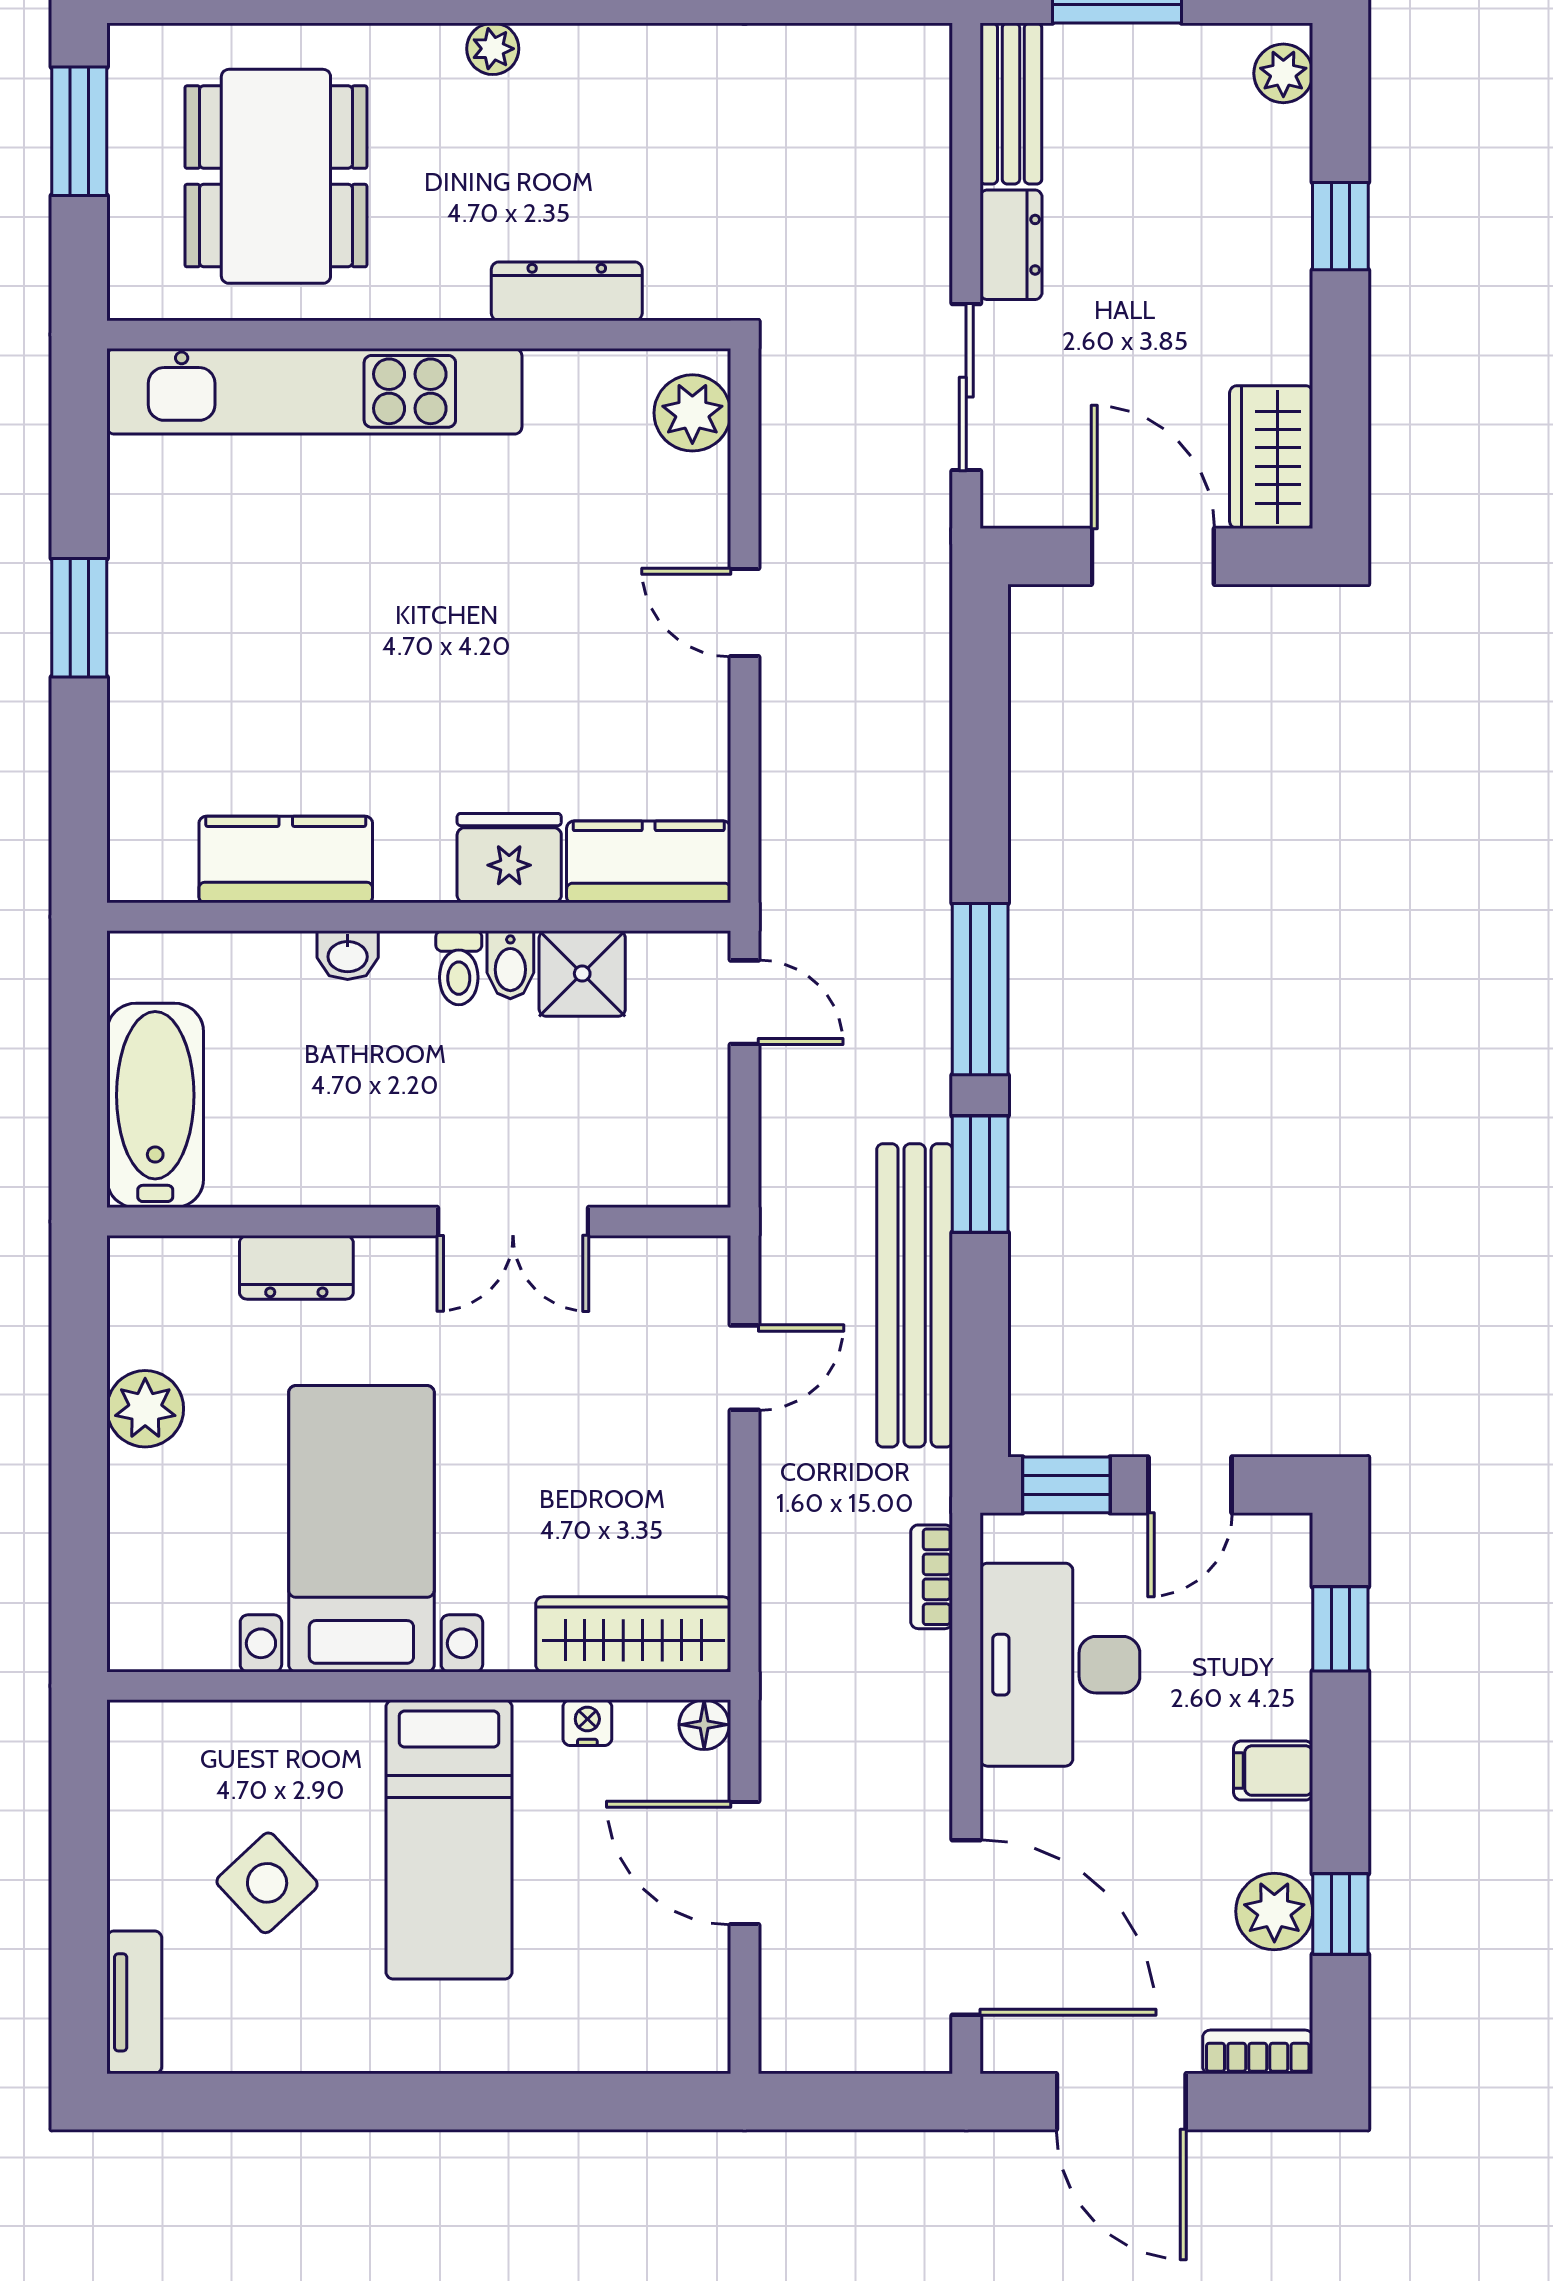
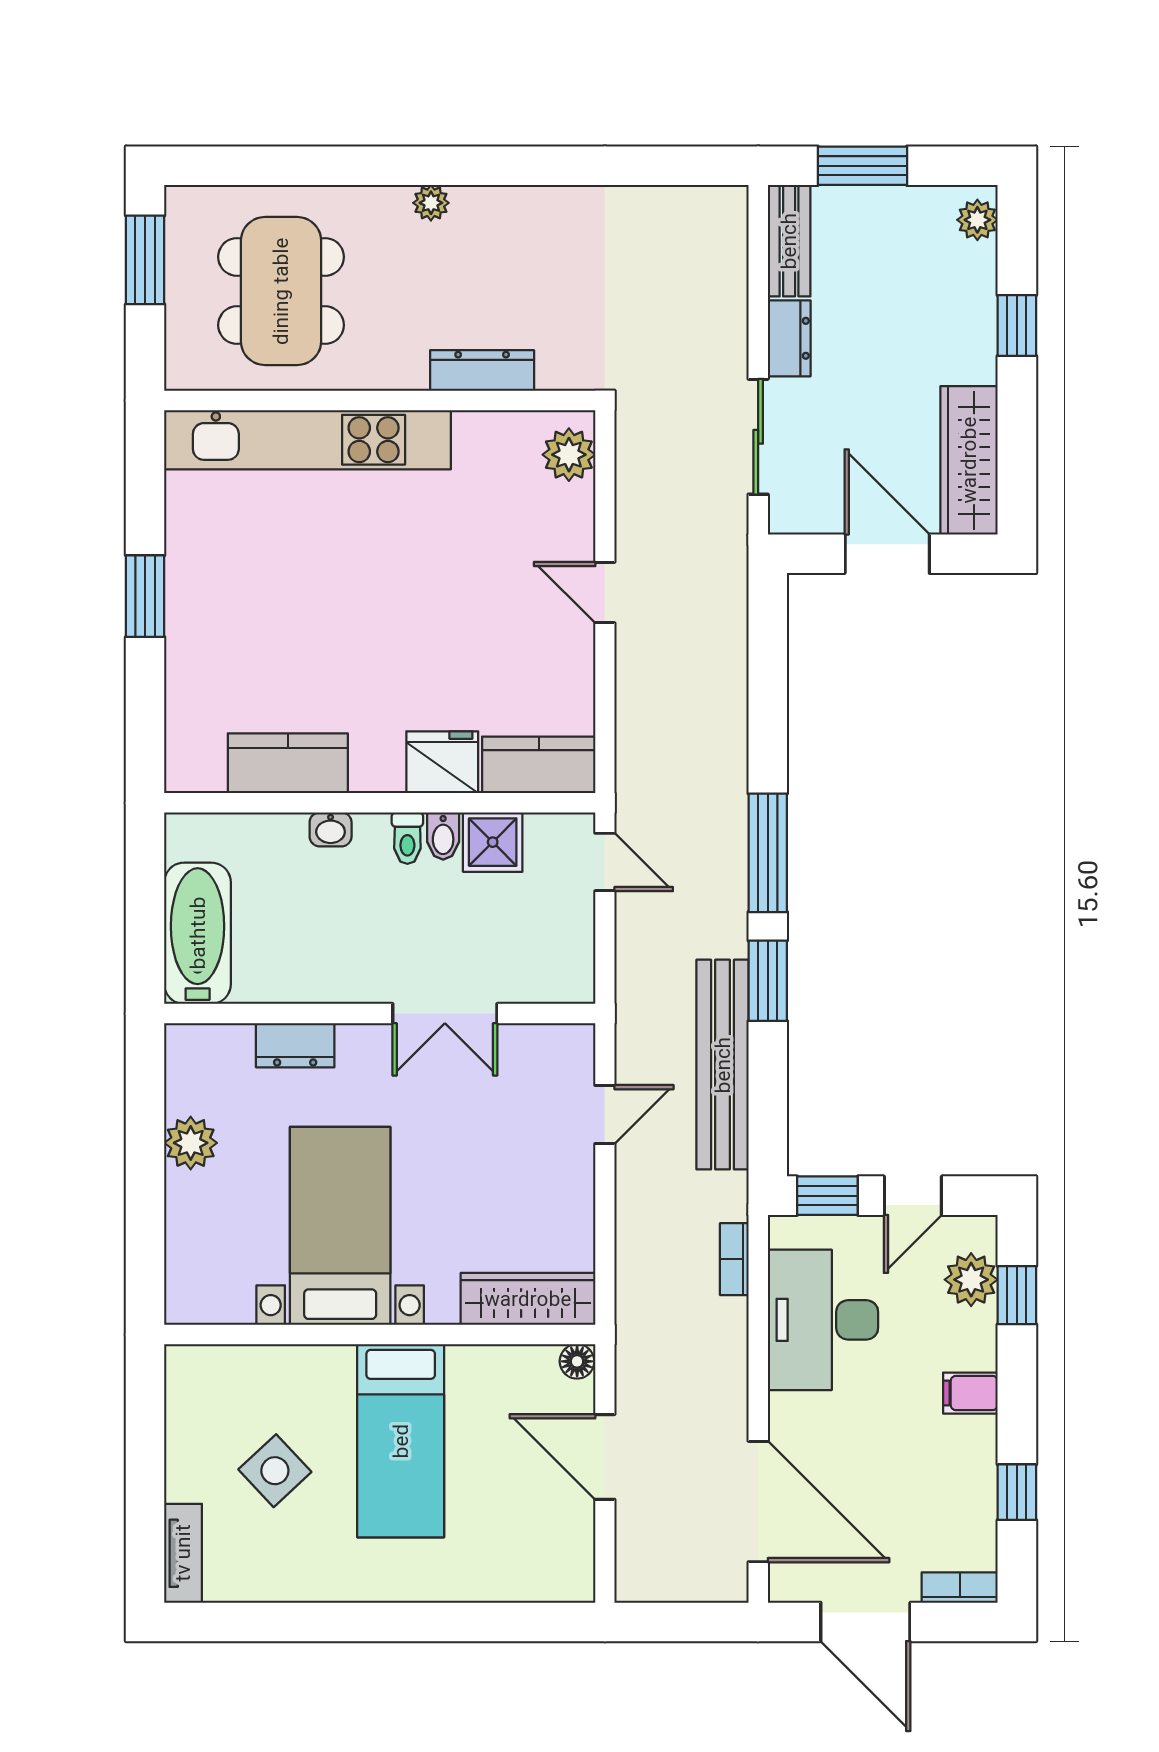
wardrobe: (1271, 457) -> (969, 460), width x1.50
nightstand: (587, 1723) -> (496, 1360), removed
plant: (1274, 1911) -> (971, 1280), moved

